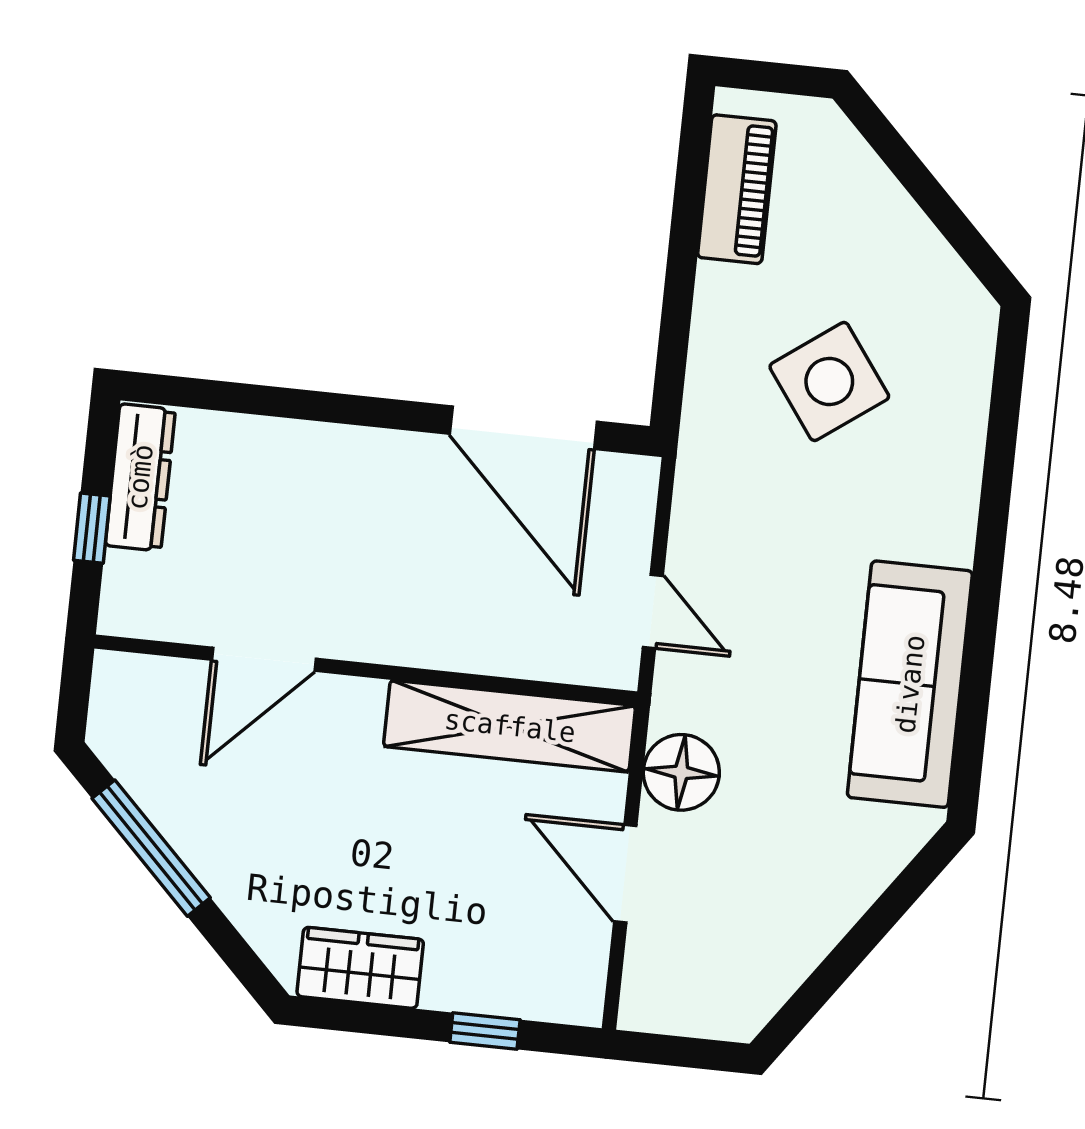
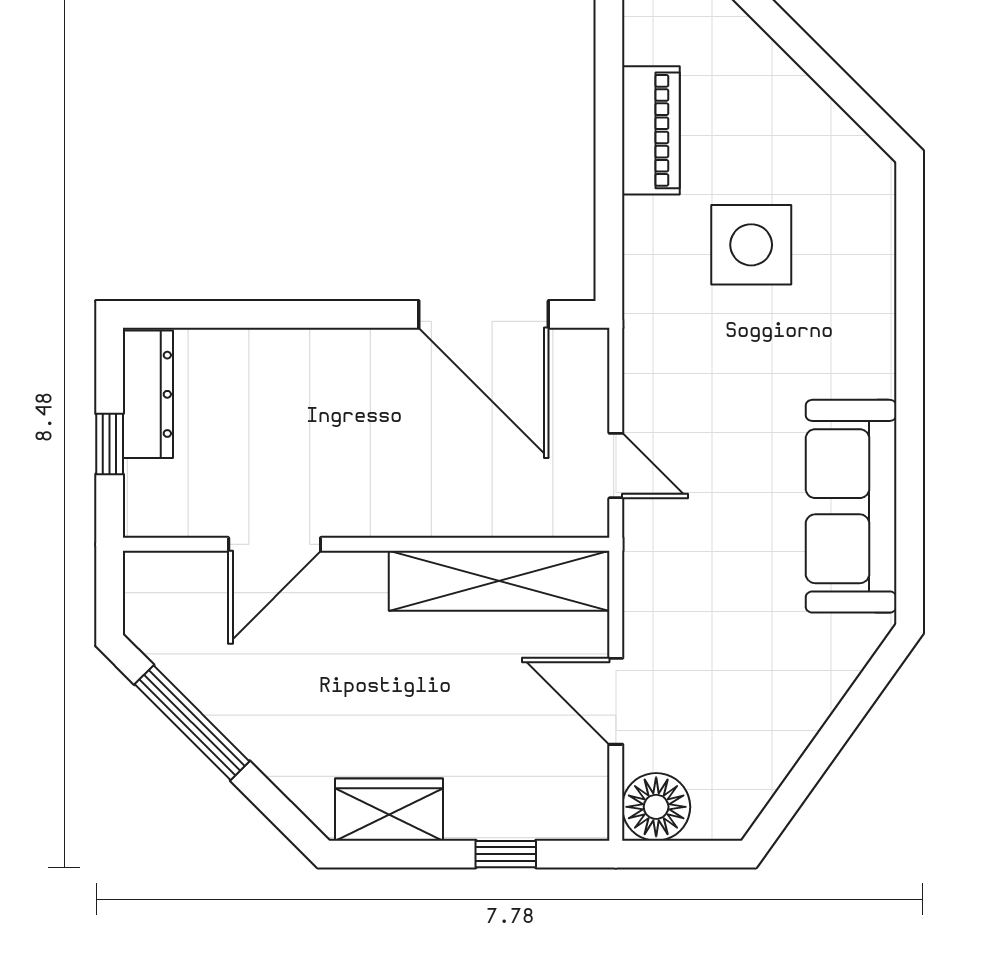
piano: (737, 189) -> (651, 130), moved
side table: (829, 382) -> (751, 245), turned 36
floor lamp: (681, 772) -> (656, 807), moved

